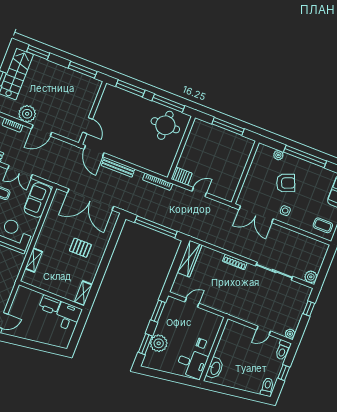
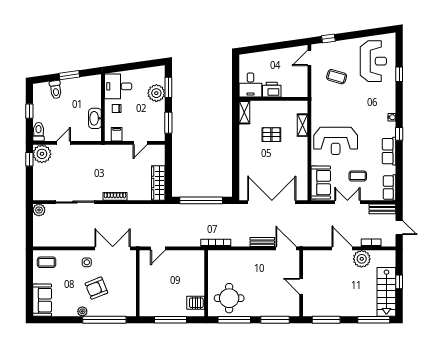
window: (38, 52) -> (374, 320), width x1.44
door: (88, 126) -> (301, 286), moved
door: (42, 131) -> (342, 248), hinge flipped
plant: (278, 155) -> (82, 311), moved
window: (305, 157) -> (104, 320), moved
bench: (118, 167) -> (262, 242), width x0.73
server rack: (182, 176) -> (196, 303), moved
door: (199, 192) -> (158, 248), moved
pallet: (80, 248) -> (271, 135), moved
window: (309, 309) -> (29, 159), moved
filing cabinet: (211, 319) -> (117, 134), added
plant: (290, 334) -> (42, 154), width x1.87, depth x1.87
washbasin: (215, 368) -> (95, 118), moved
toilet: (267, 387) -> (56, 90), moved
window: (233, 392) -> (69, 75), added

